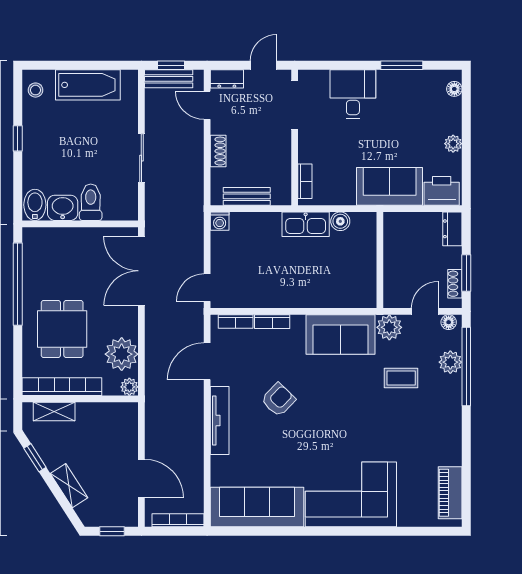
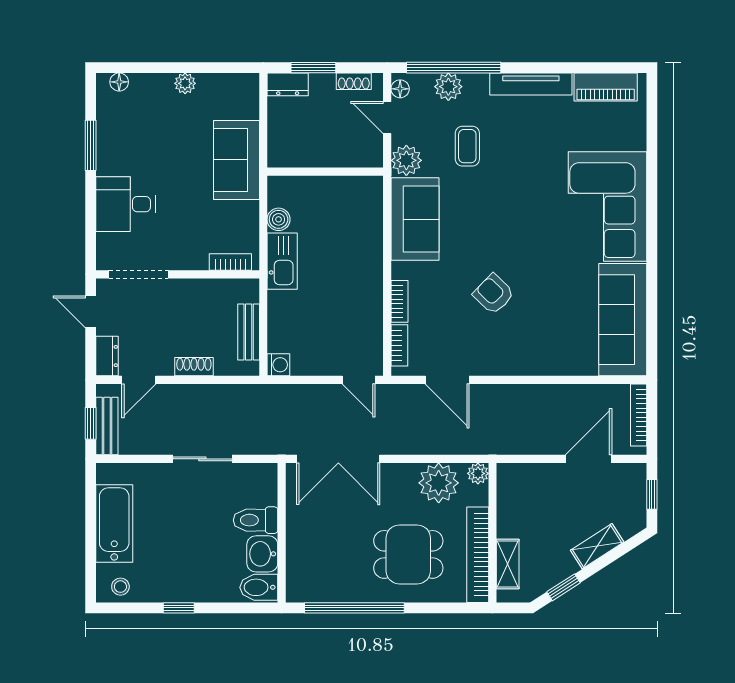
printer: (442, 191) -> (242, 97), removed
window: (466, 273) -> (313, 68), moved
tv unit: (220, 420) -> (531, 84), moved, turned 180

